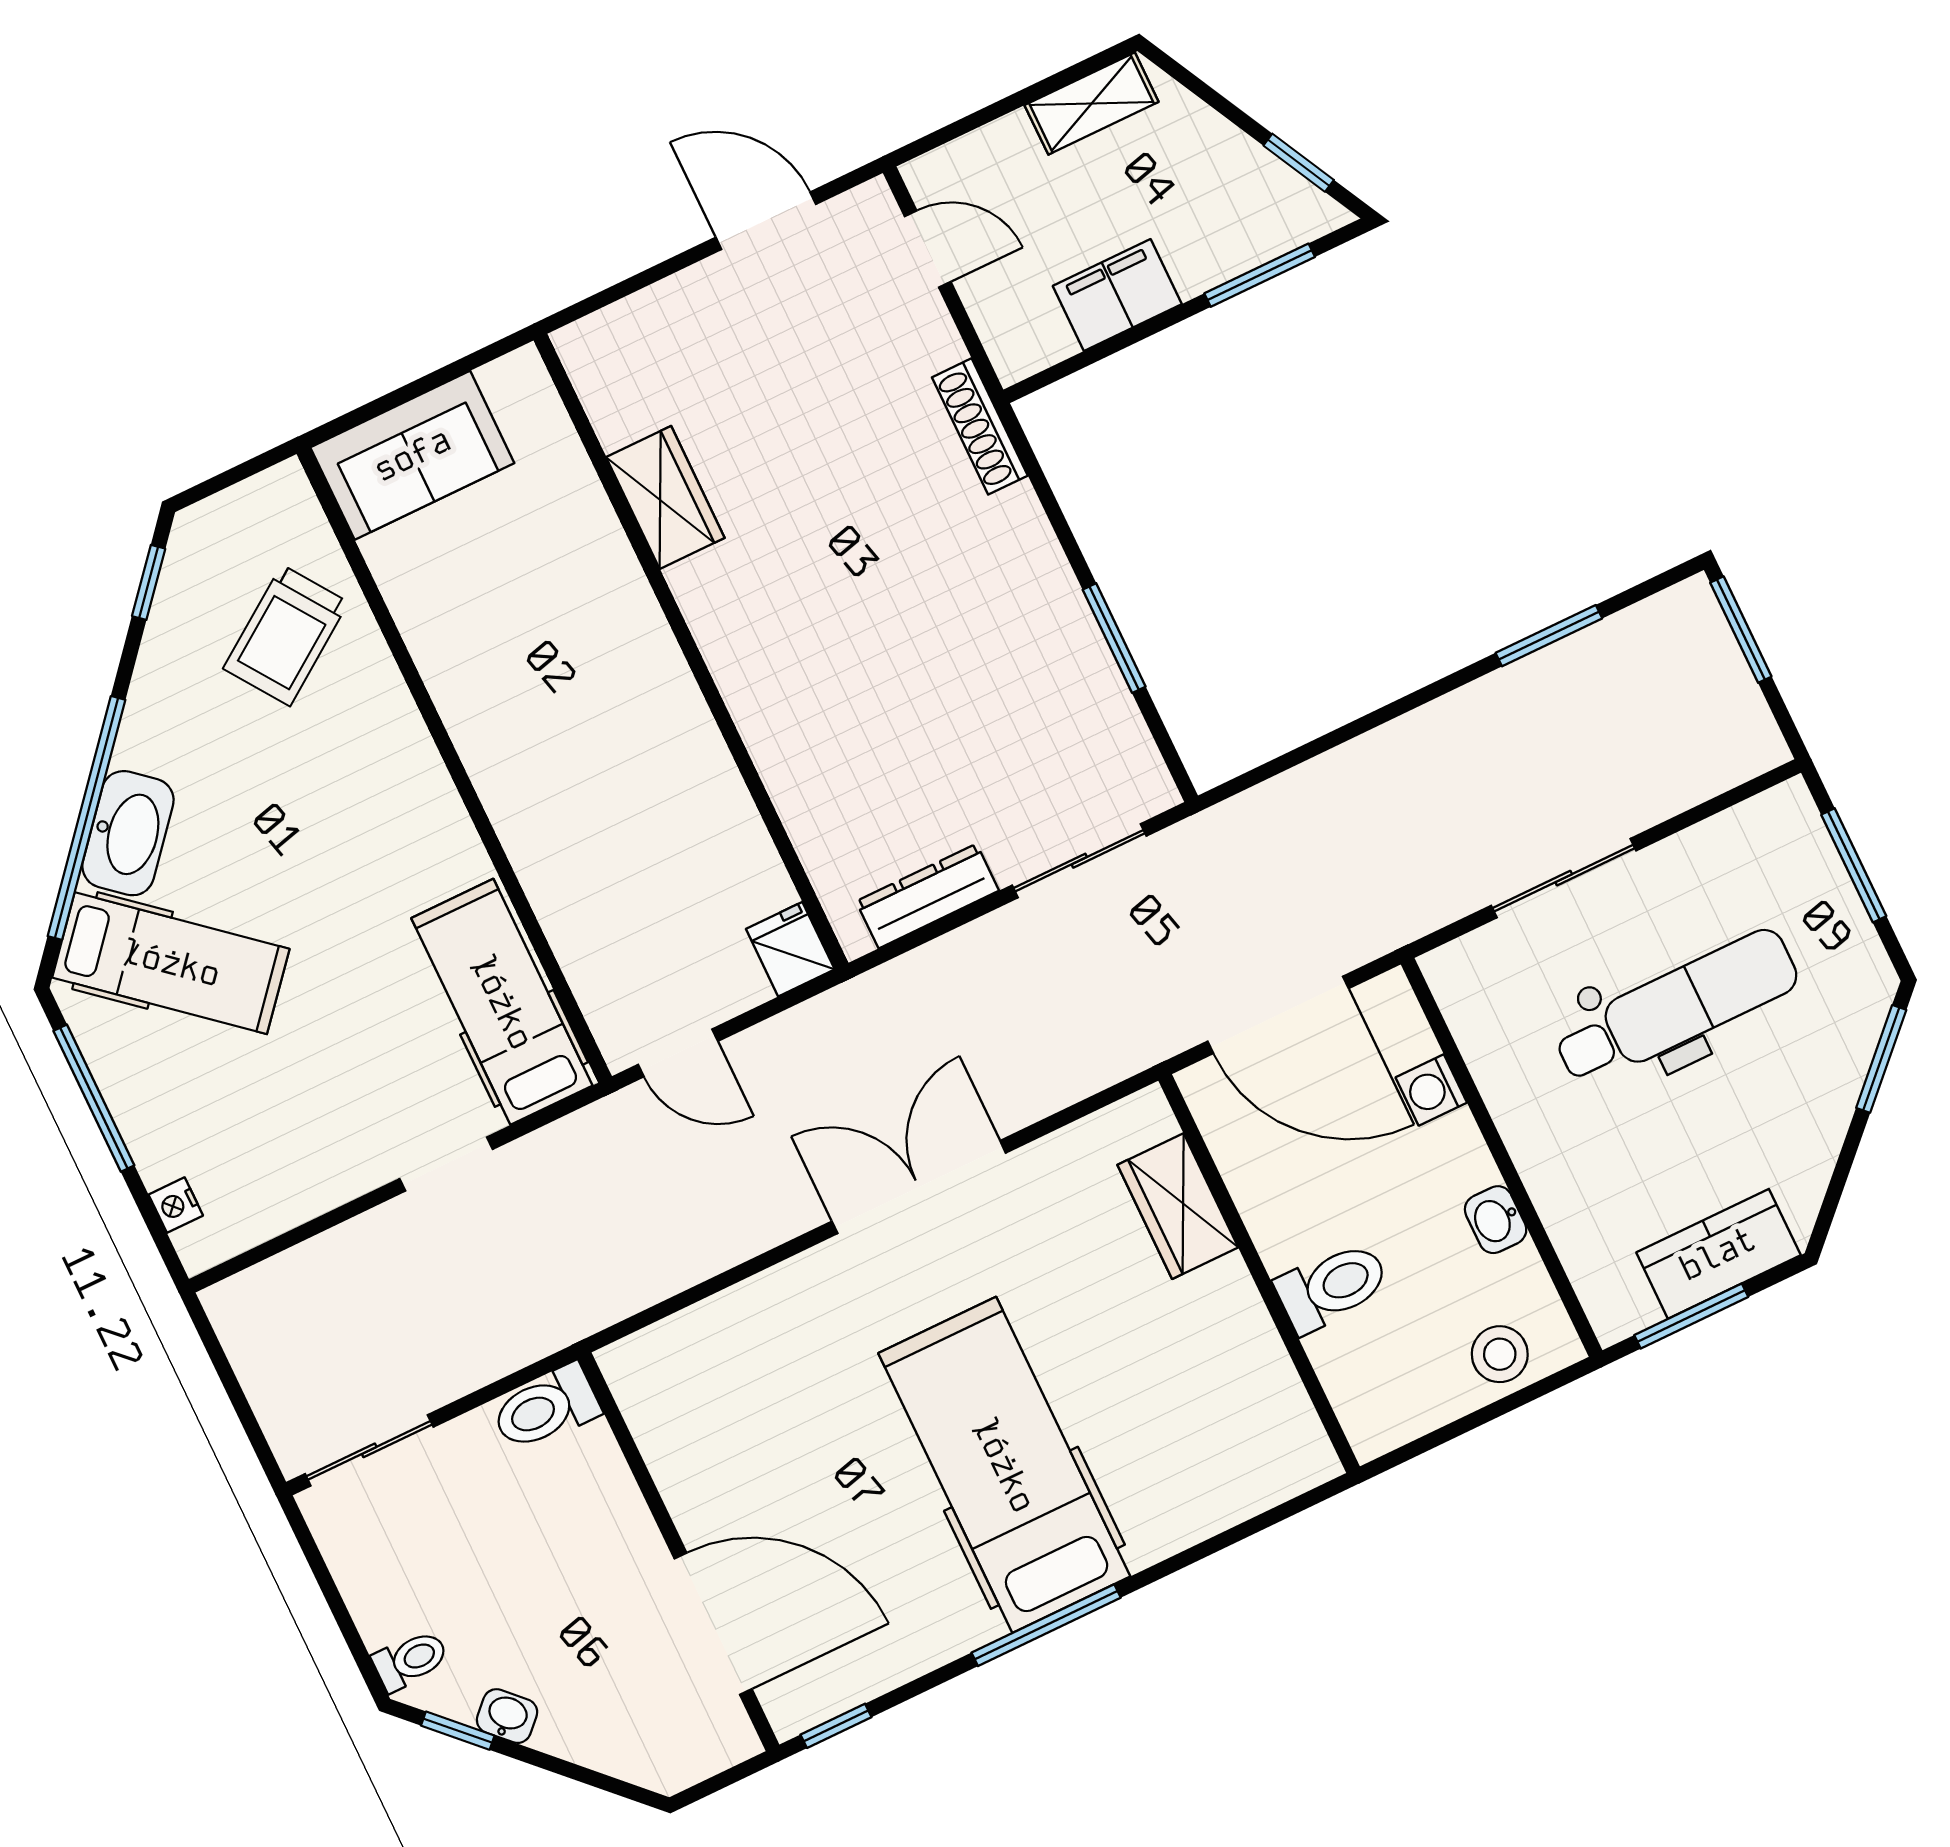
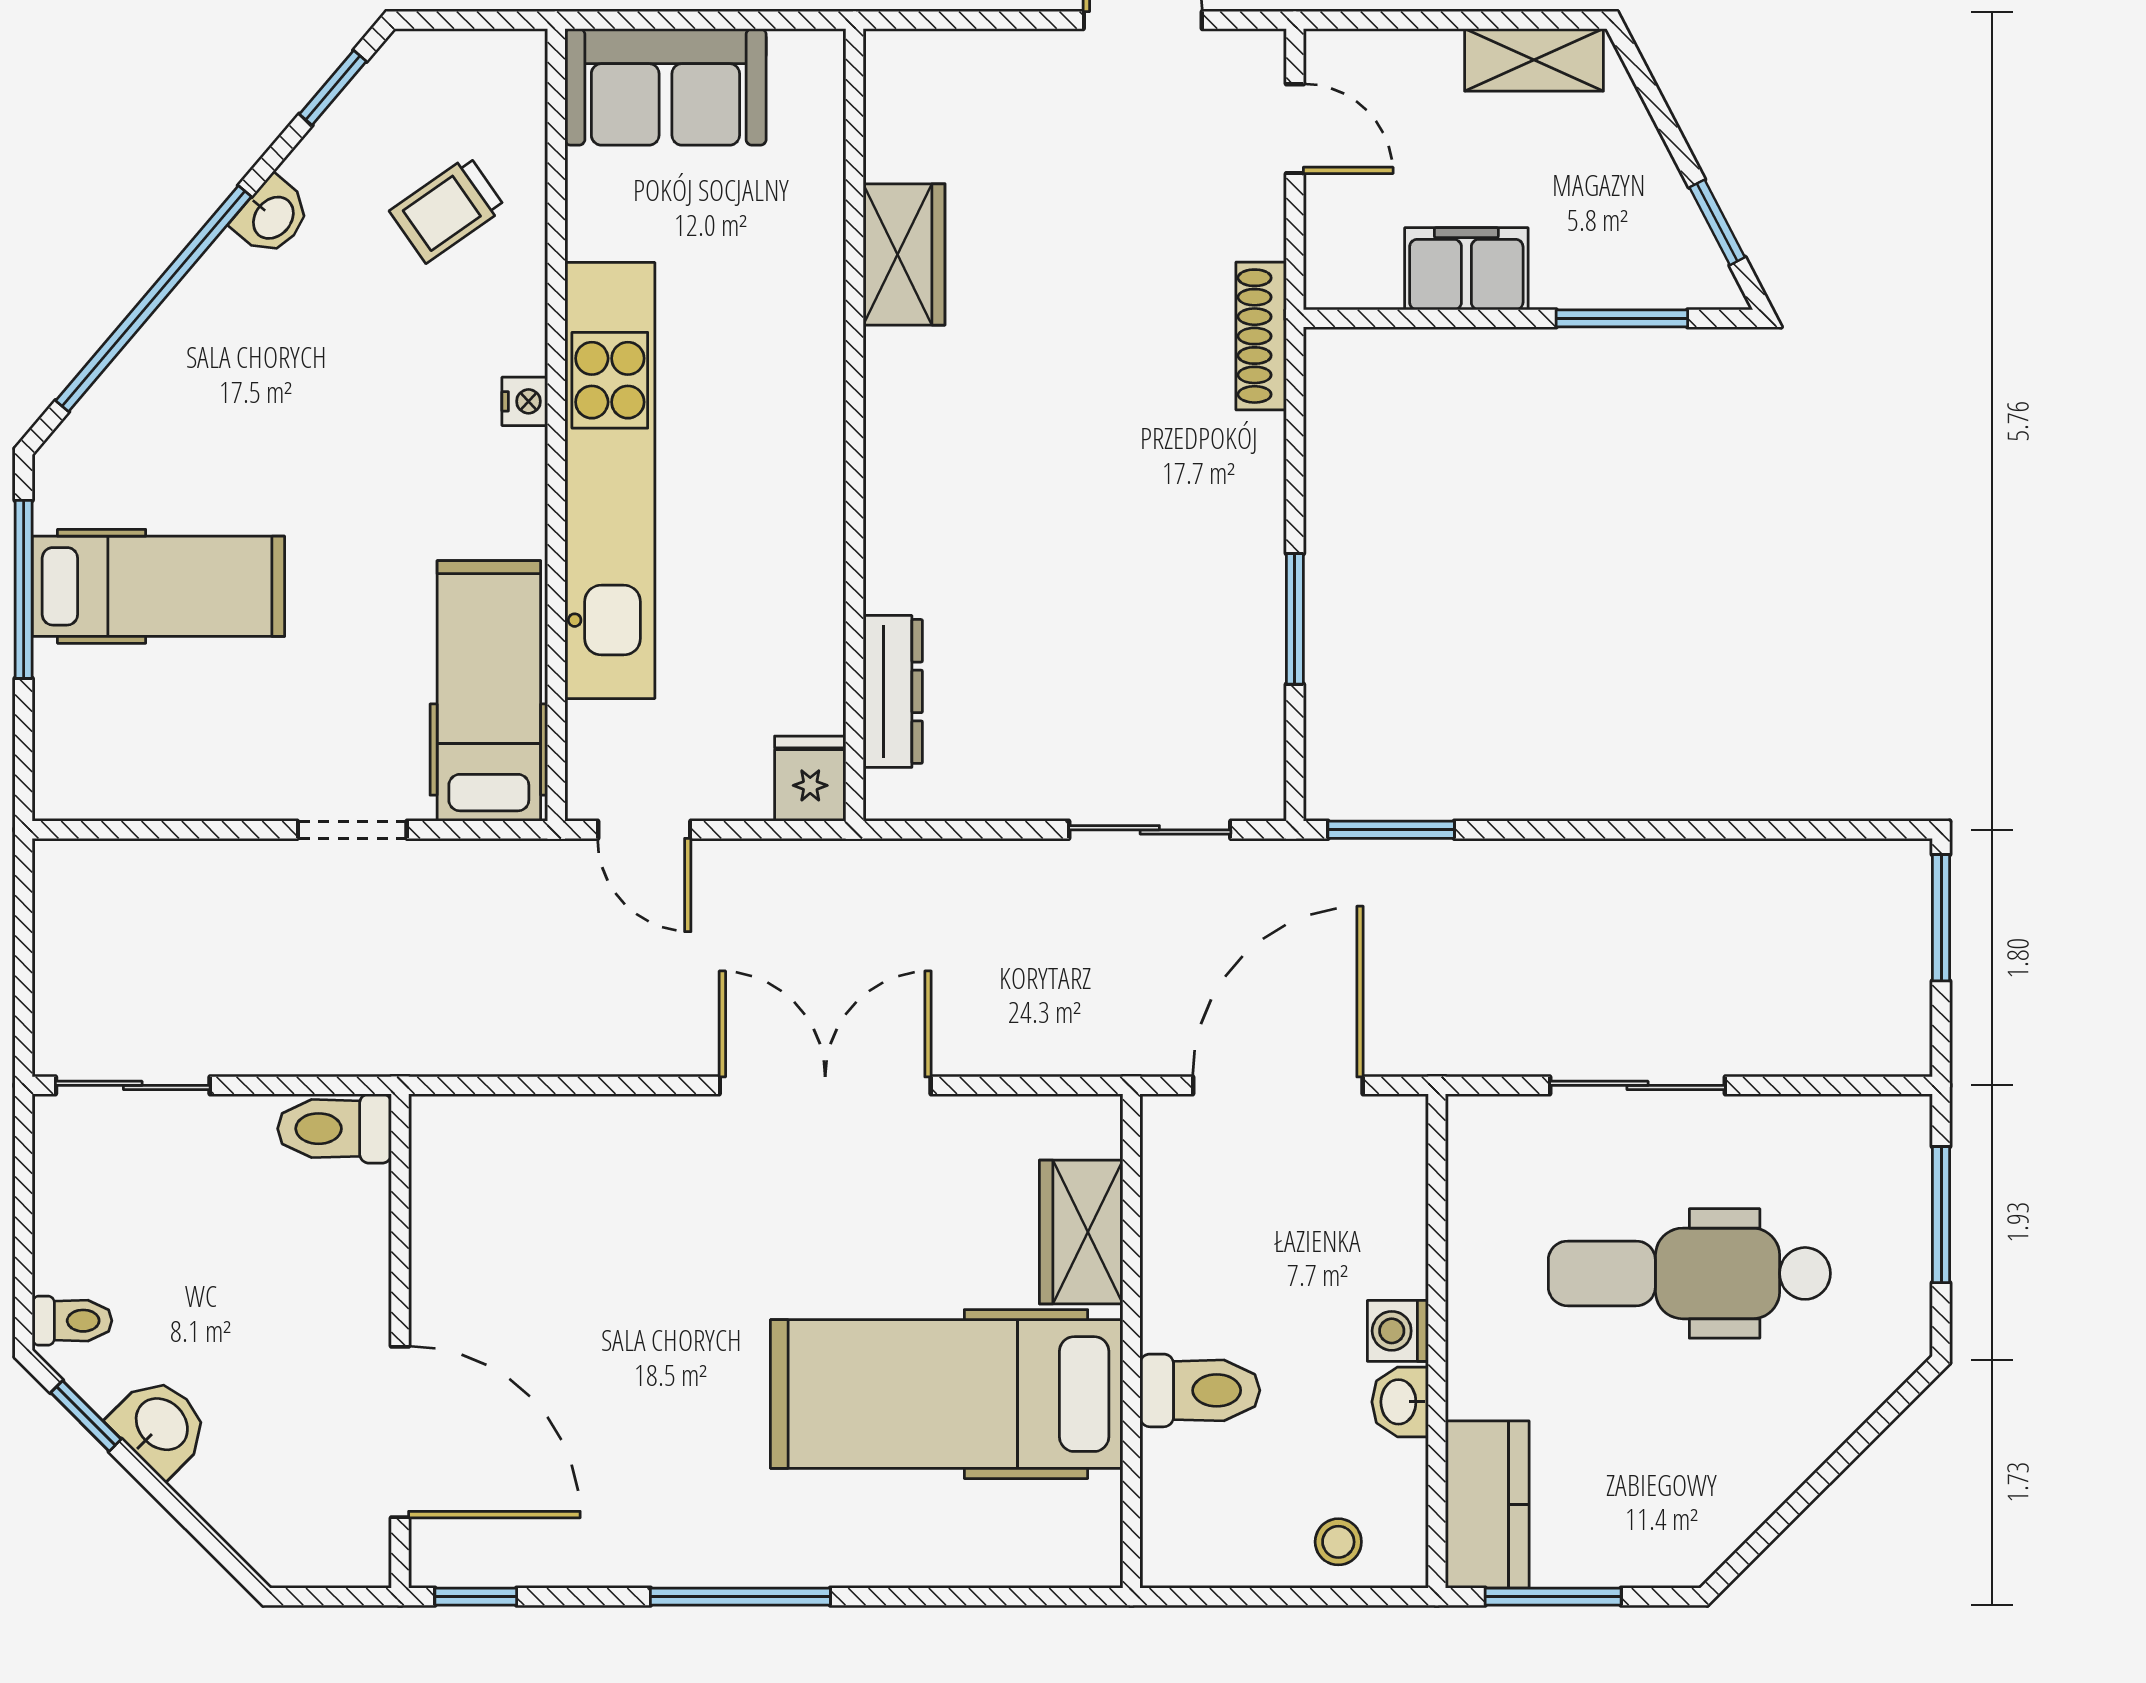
trolley: (286, 635) -> (447, 209), width x0.73, depth x0.72
window: (1549, 636) -> (1391, 830), moved
kitchen unit: (518, 789) -> (610, 481), added
washbasin: (128, 833) -> (272, 217), moved, width x0.52, depth x0.69
dresser: (928, 896) -> (893, 691), moved, turned 90
hospital bed: (171, 963) -> (158, 586), moved, turned -40
dental chair: (1676, 1008) -> (1689, 1273), turned 180
door: (1278, 1015) -> (1278, 1085), swing flipped
window: (1881, 1059) -> (1874, 1426), removed
washing machine: (1431, 1090) -> (1398, 1331), moved
nightstand: (176, 1205) -> (525, 401), moved, turned 180
kitchen counter: (1718, 1254) -> (1487, 1505), moved, turned 90
stool: (1500, 1354) -> (1338, 1542), width x0.73, depth x0.73
hospital bed: (1004, 1465) -> (947, 1394), moved, turned -90
washbasin: (507, 1716) -> (160, 1426), width x1.38, depth x1.45

